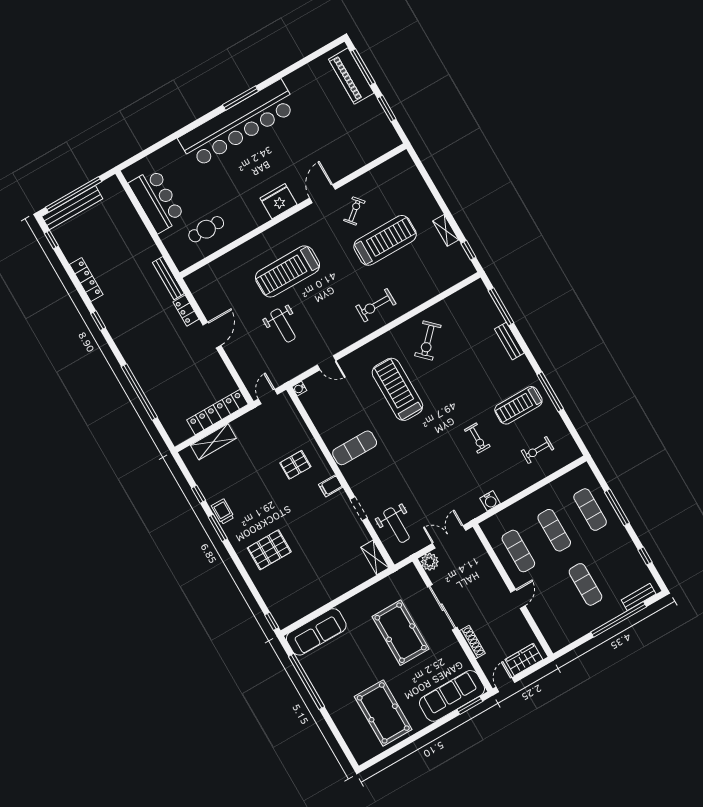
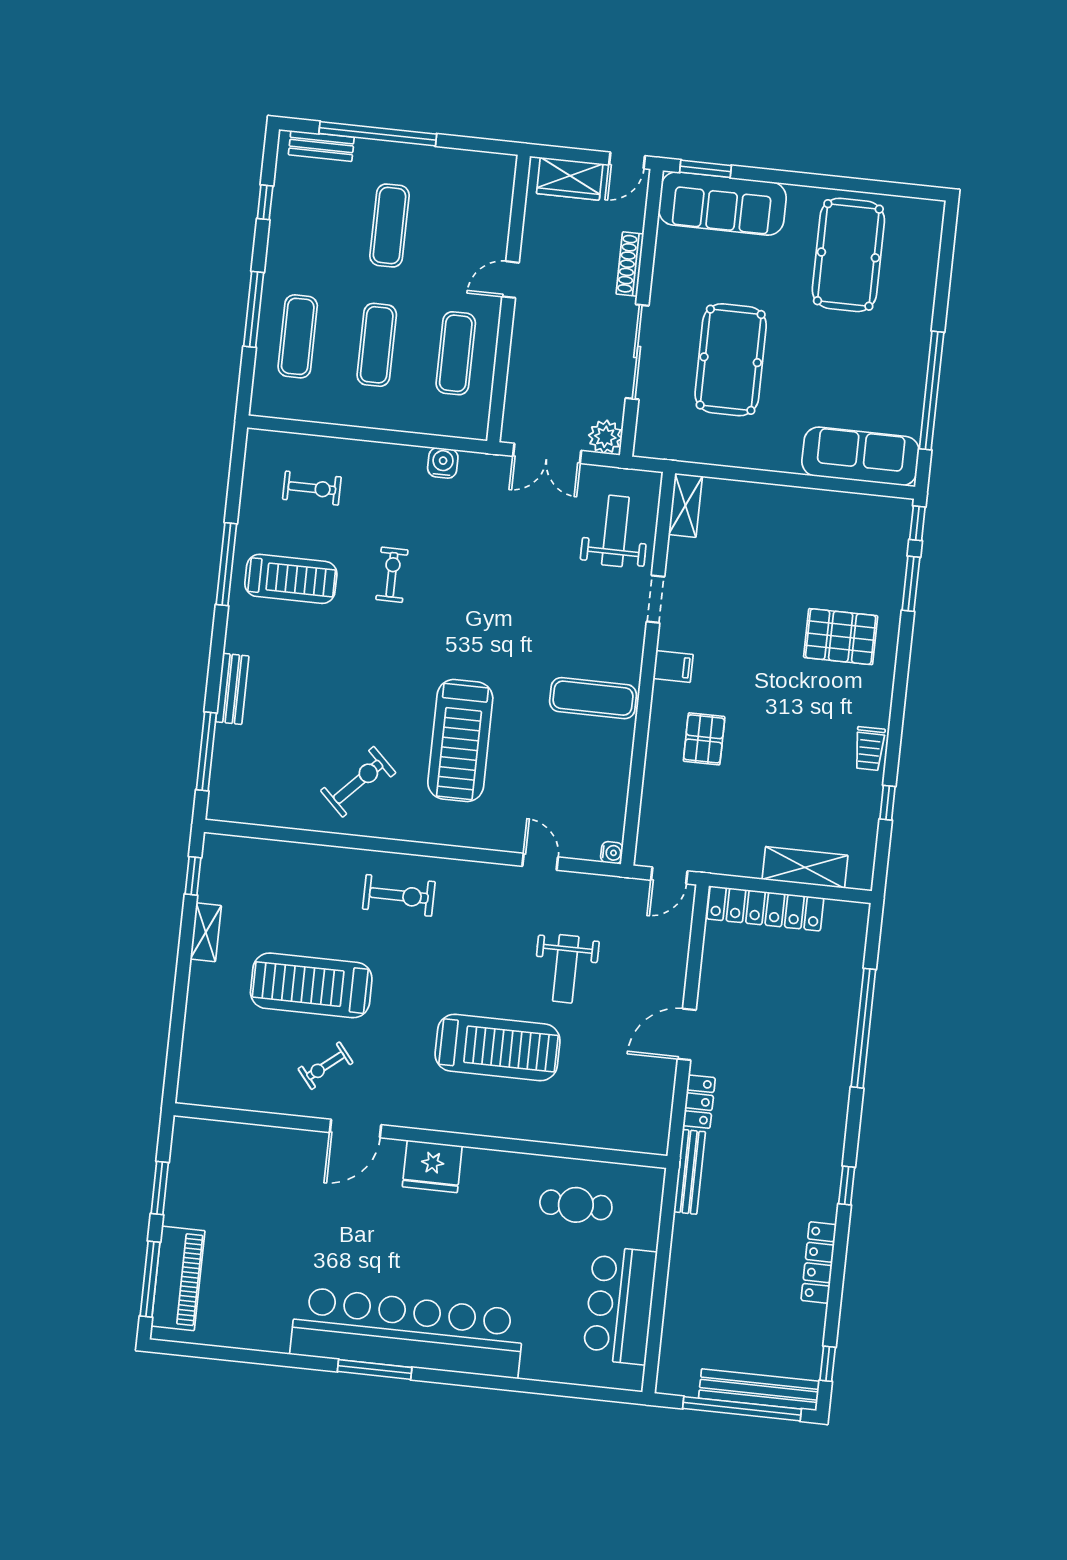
weight bench: (283, 325) -> (566, 969), turned 180
pallet: (295, 465) -> (704, 739), turned 90
window: (218, 528) -> (911, 584), moved

